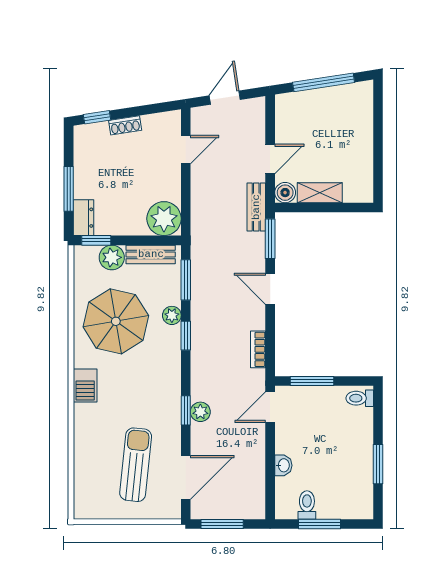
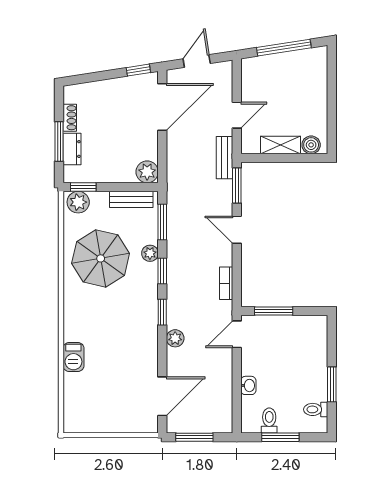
window: (97, 117) -> (138, 70), moved
shoe rack: (125, 125) -> (70, 118), moved, turned -81
door: (186, 150) -> (162, 107), width x1.87
boiler: (285, 193) -> (311, 145), moved
dresser: (83, 218) -> (72, 149), moved
plant: (164, 219) -> (147, 172), width x0.73, depth x0.73
plant: (112, 257) -> (78, 202), moved
barbecue: (85, 386) -> (73, 357), moved
toilet: (360, 398) -> (316, 409), moved
window: (186, 410) -> (162, 312), moved
sun lounger: (136, 465) -> (118, 385), removed

